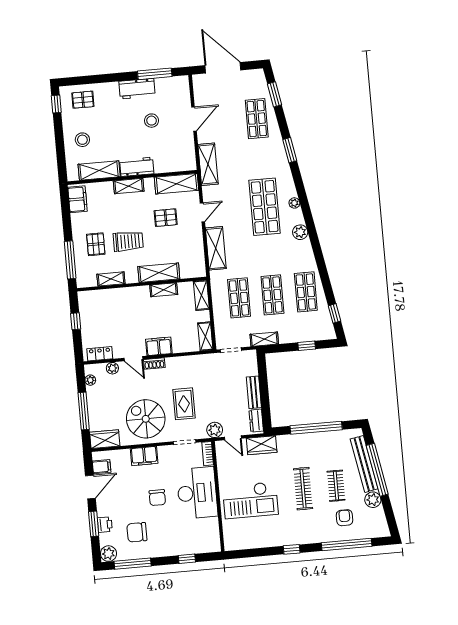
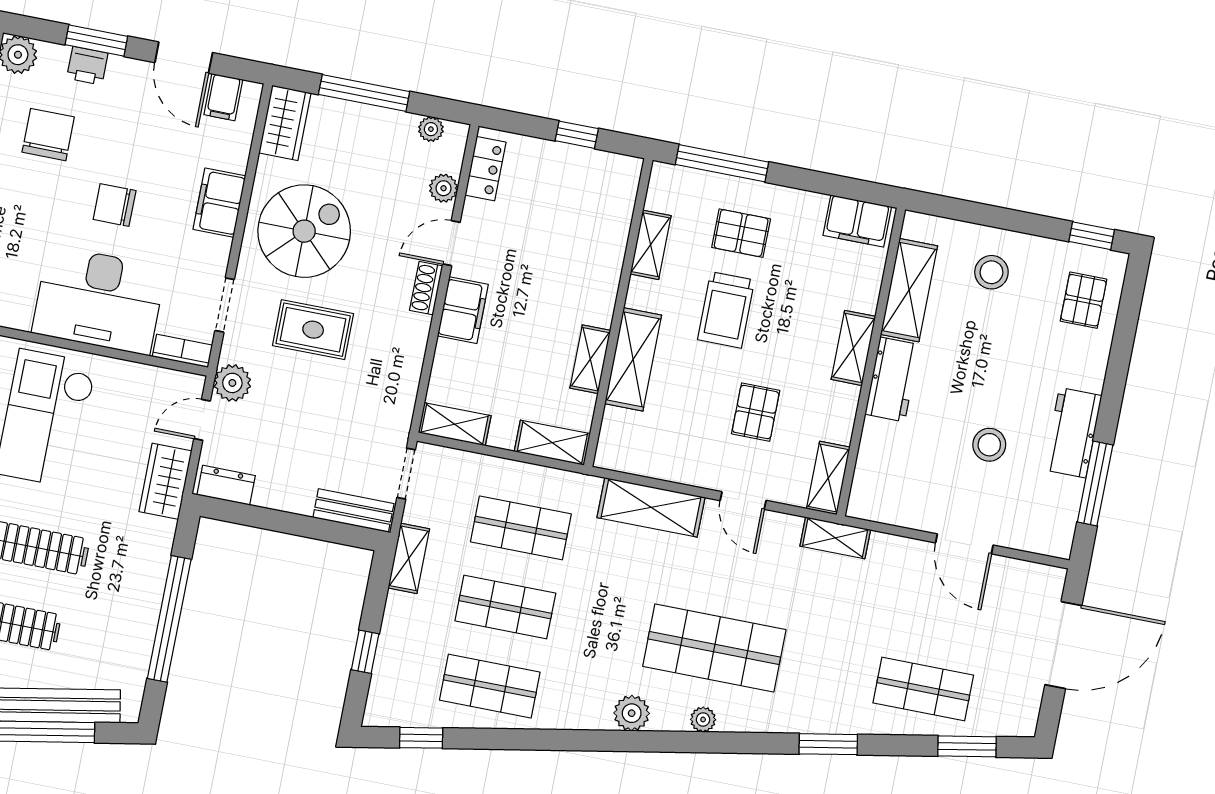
shelving: (208, 164) -> (835, 538), width x0.67, depth x0.75
shelving: (177, 184) -> (828, 478), width x0.67, depth x0.75
bench: (254, 392) -> (353, 511), moved

